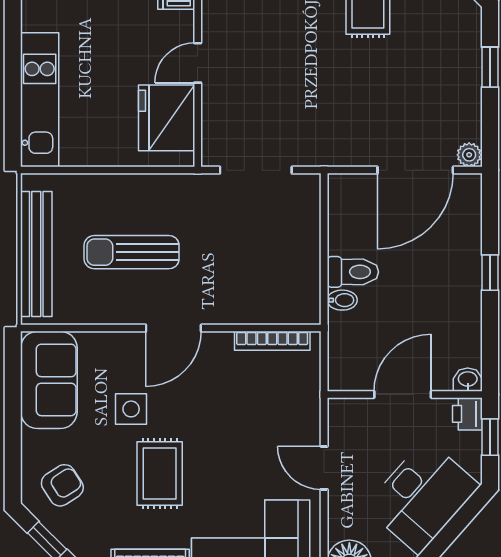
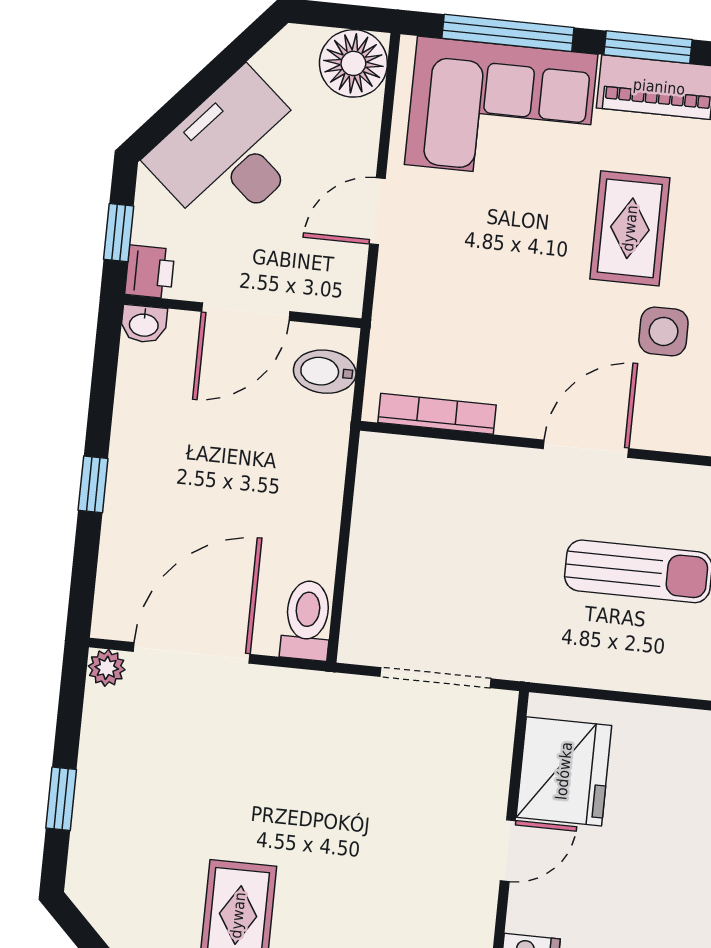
toilet: (353, 272) -> (307, 620), moved, turned 90
bidet: (342, 300) -> (325, 372), moved, width x1.38, depth x1.36
door: (324, 468) -> (377, 211), swing flipped

